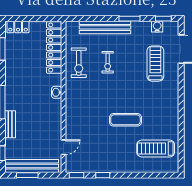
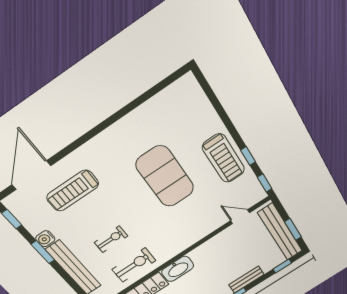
water cooler: (157, 27) -> (45, 239), moved
washbasin: (57, 92) -> (178, 269), width x1.91, depth x1.45
exercise mat: (125, 120) -> (165, 176), width x2.00, depth x1.45
treadmill: (156, 149) -> (224, 158), moved

